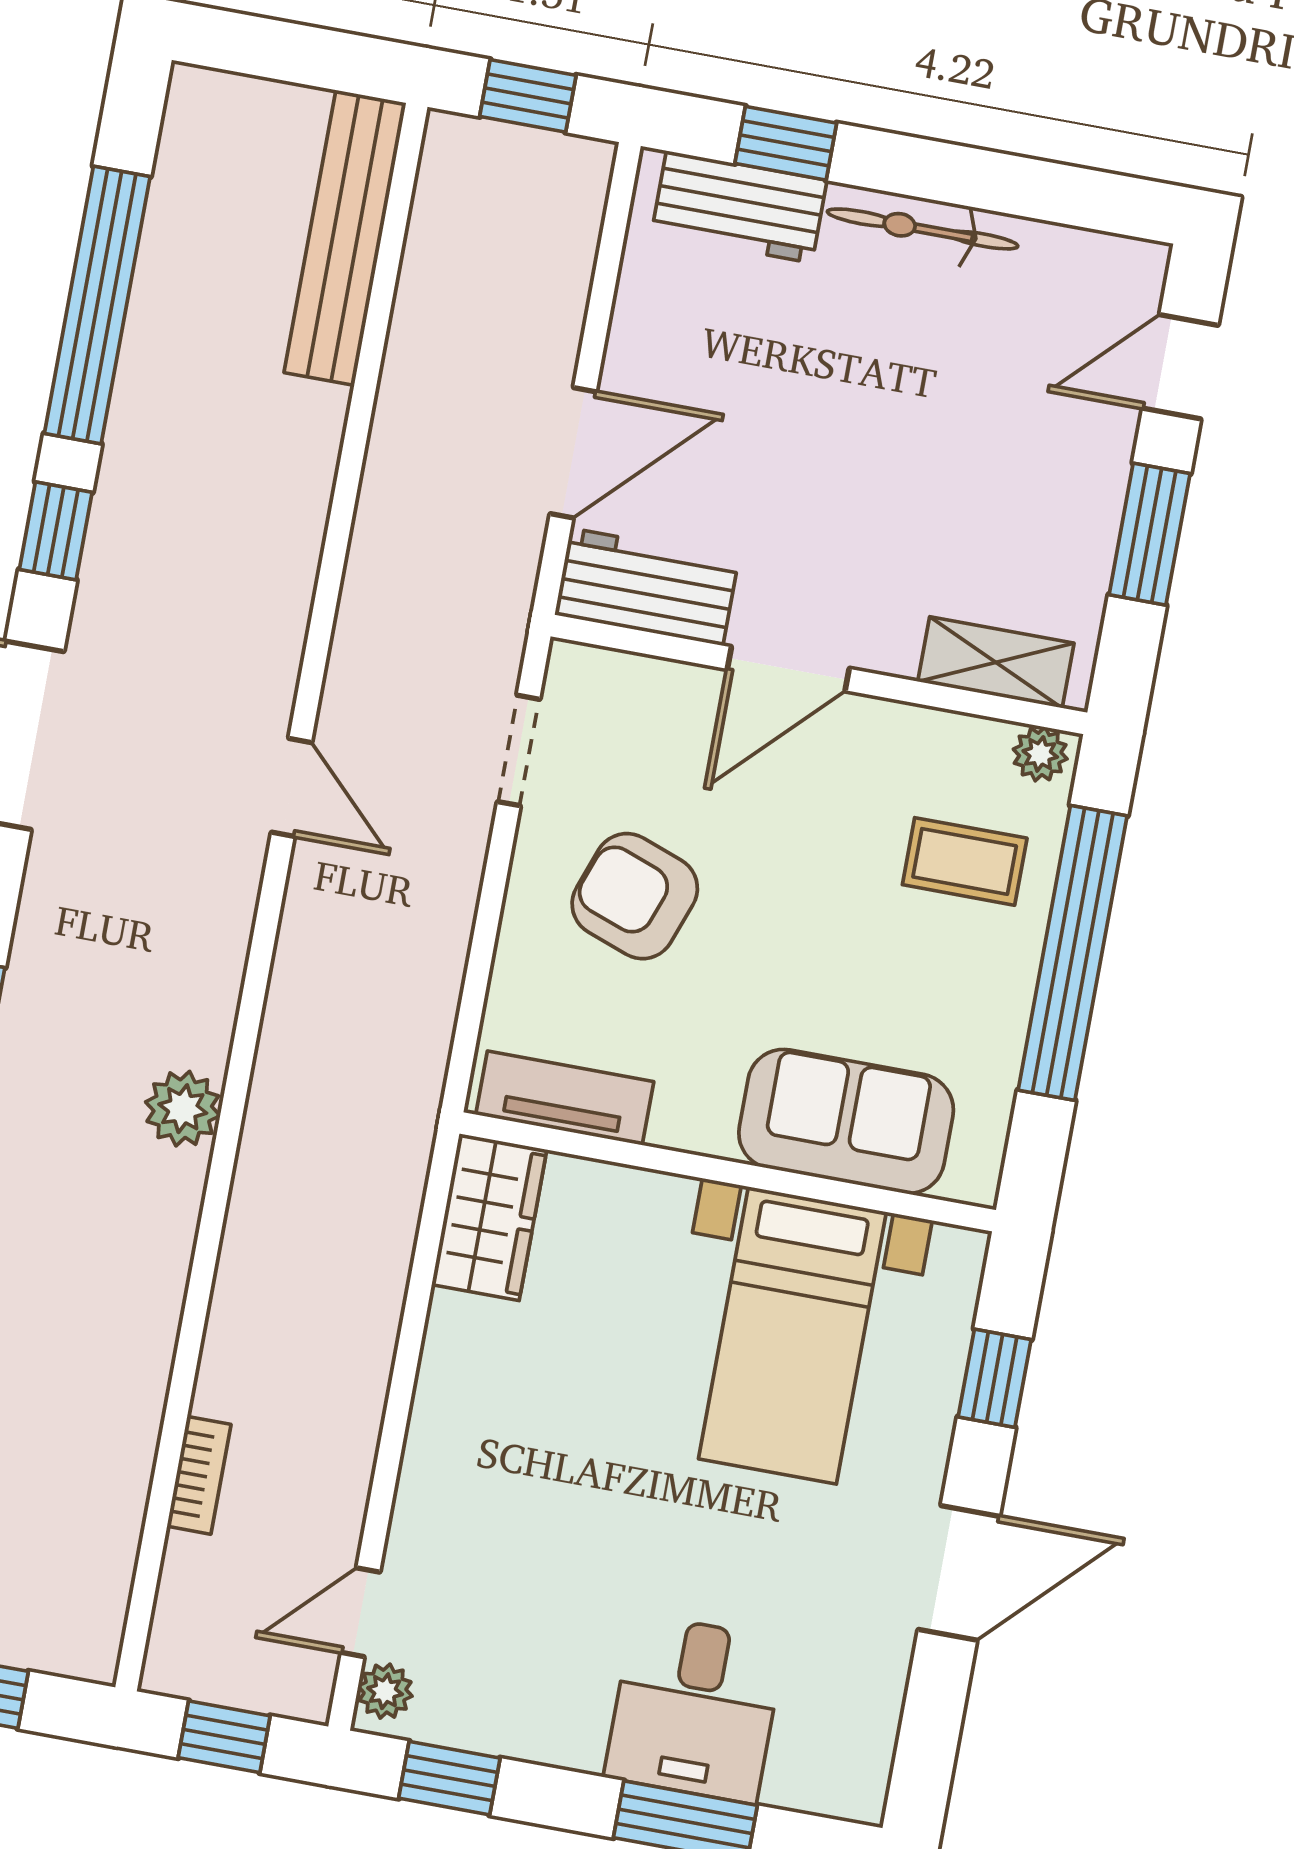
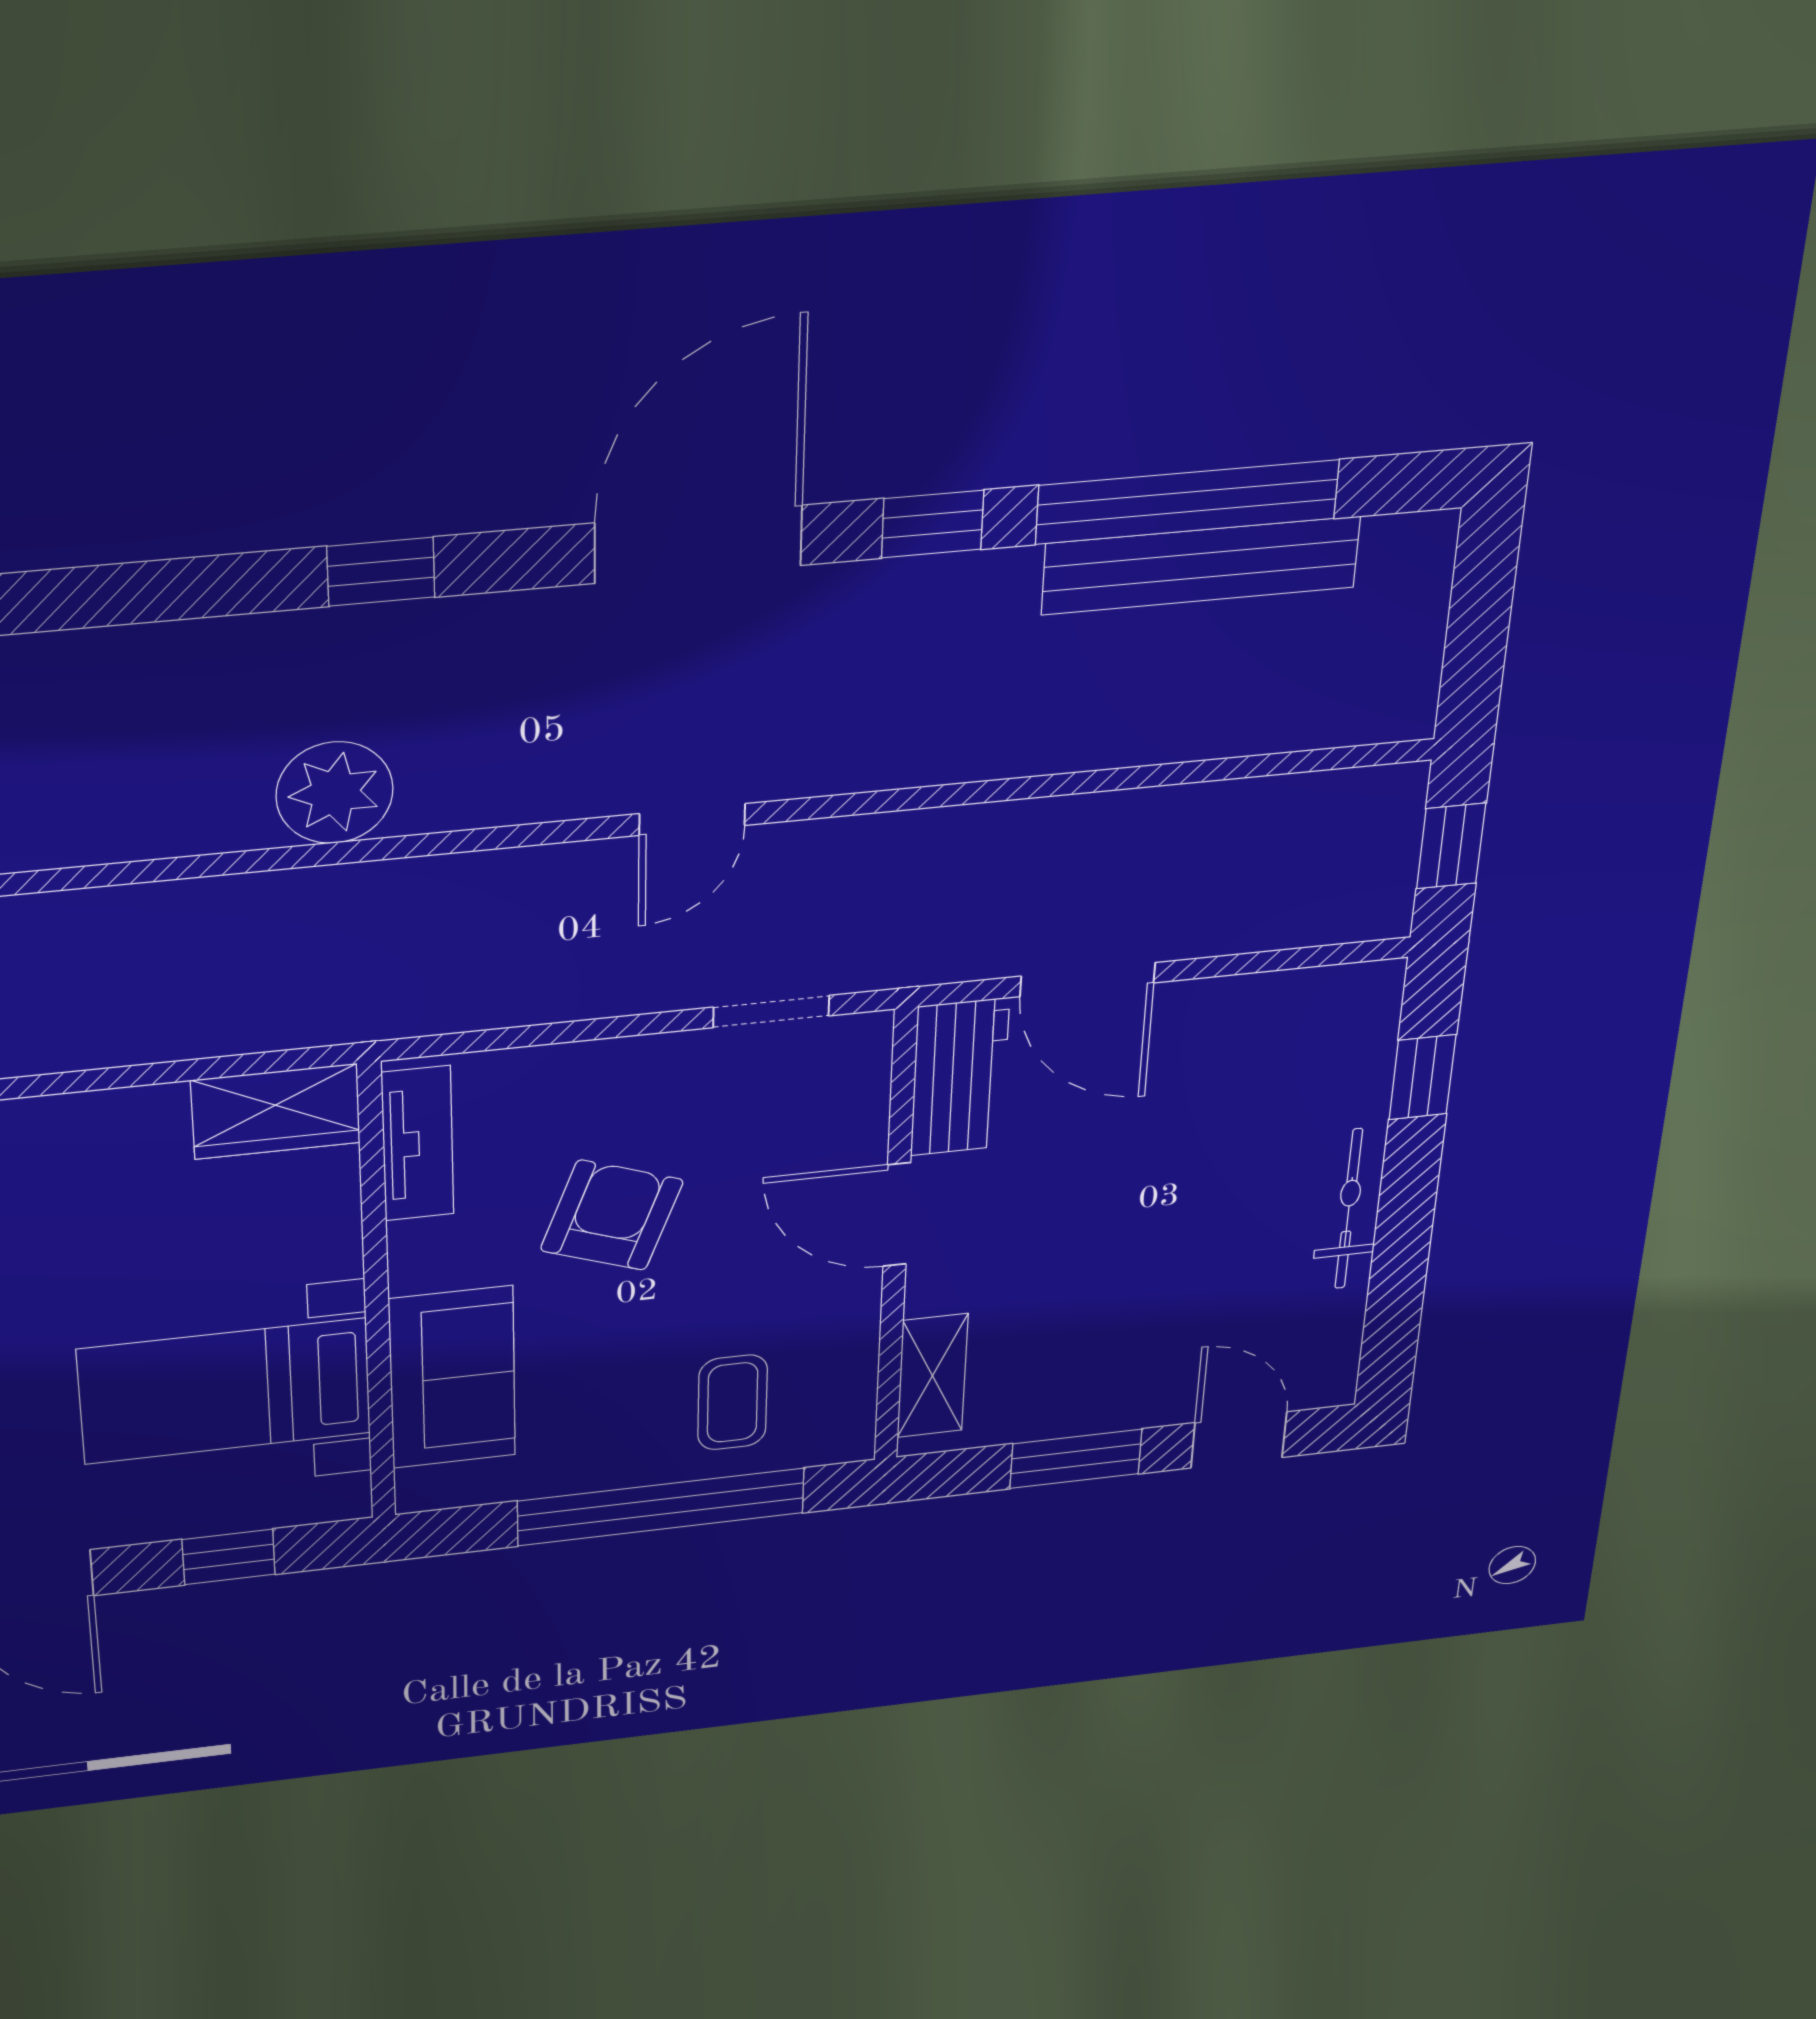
workbench: (739, 207) -> (1355, 1055), removed
bench: (345, 238) -> (1201, 566), moved
plant: (1040, 754) -> (849, 1432), removed
armchair: (635, 896) -> (612, 1215), moved
plant: (183, 1109) -> (335, 793), width x1.36, depth x1.36

